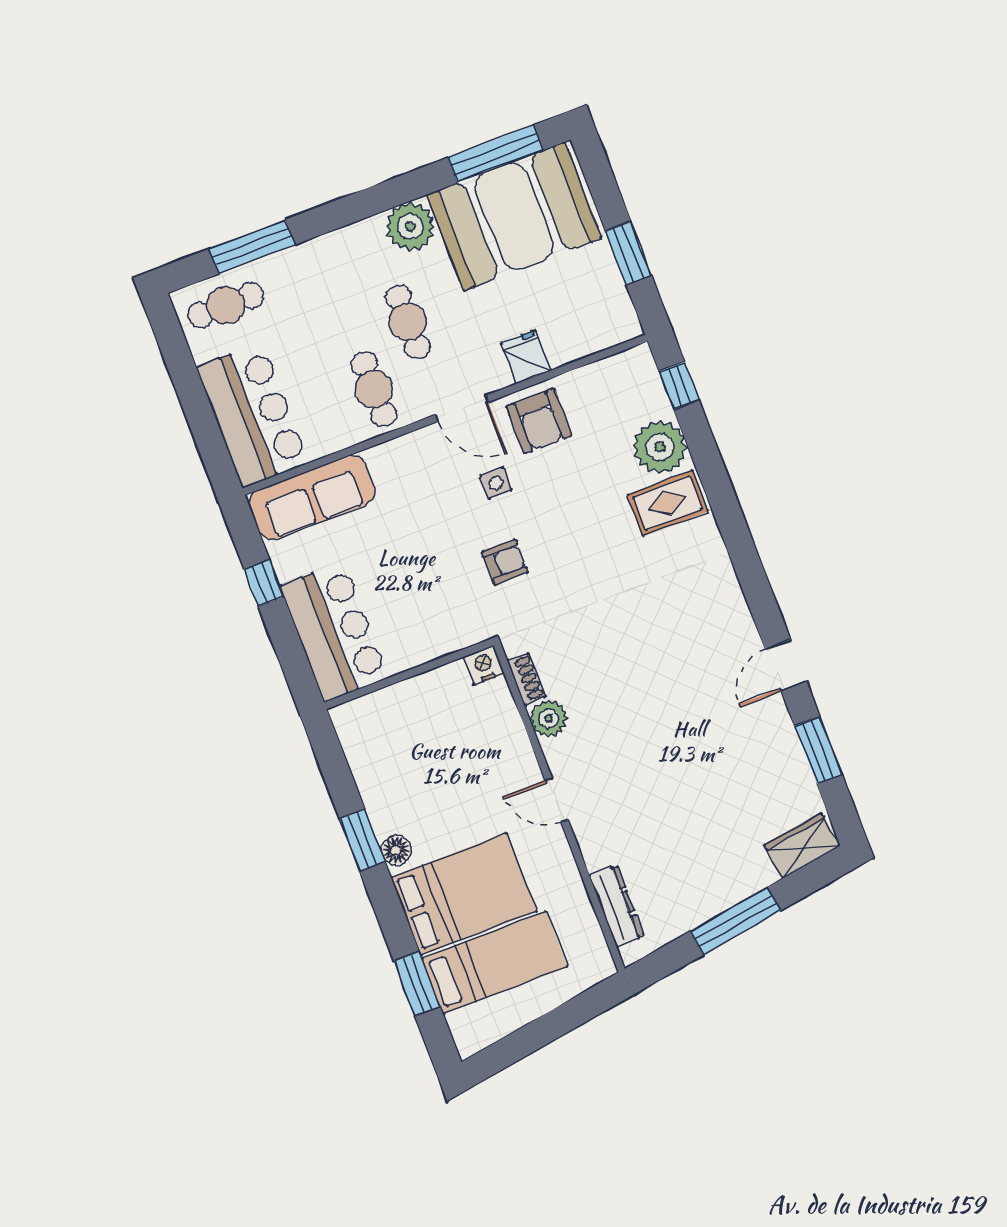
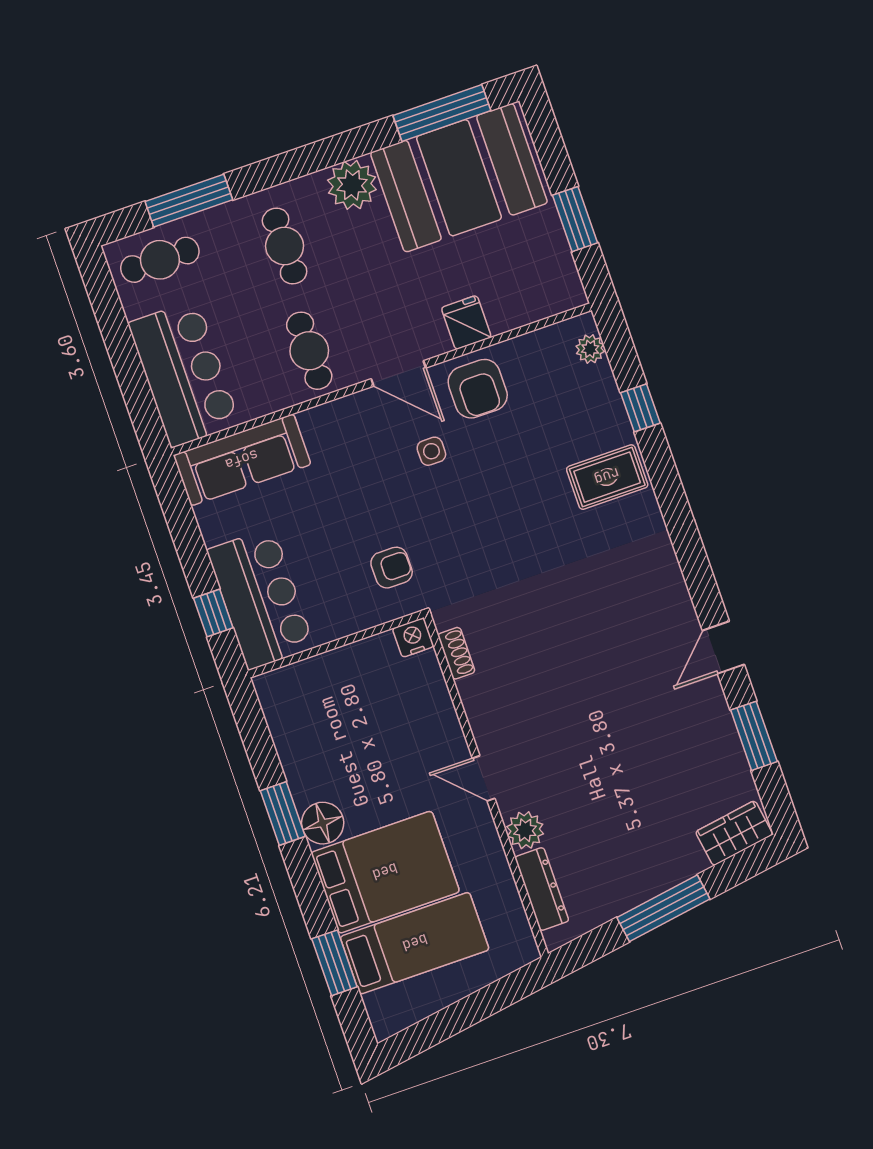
cafe table: (408, 322) -> (285, 246), moved
window: (679, 386) -> (640, 408), moved
plant: (660, 447) -> (590, 349), moved, width x0.53, depth x0.53
armchair: (505, 562) -> (392, 568), moved
window: (264, 583) -> (213, 613), moved
plant: (549, 718) -> (525, 830), moved
floor lamp: (396, 850) -> (323, 823), width x1.38, depth x1.38

